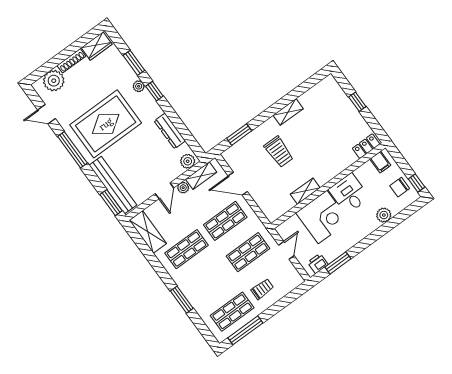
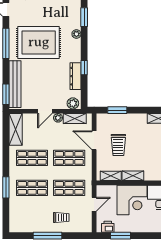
window: (154, 91) -> (84, 68), moved
trolley: (279, 152) -> (118, 145), moved
shelving: (282, 208) -> (111, 176), added
shop shelf: (232, 312) -> (32, 188), moved
window: (245, 330) -> (47, 236), moved

